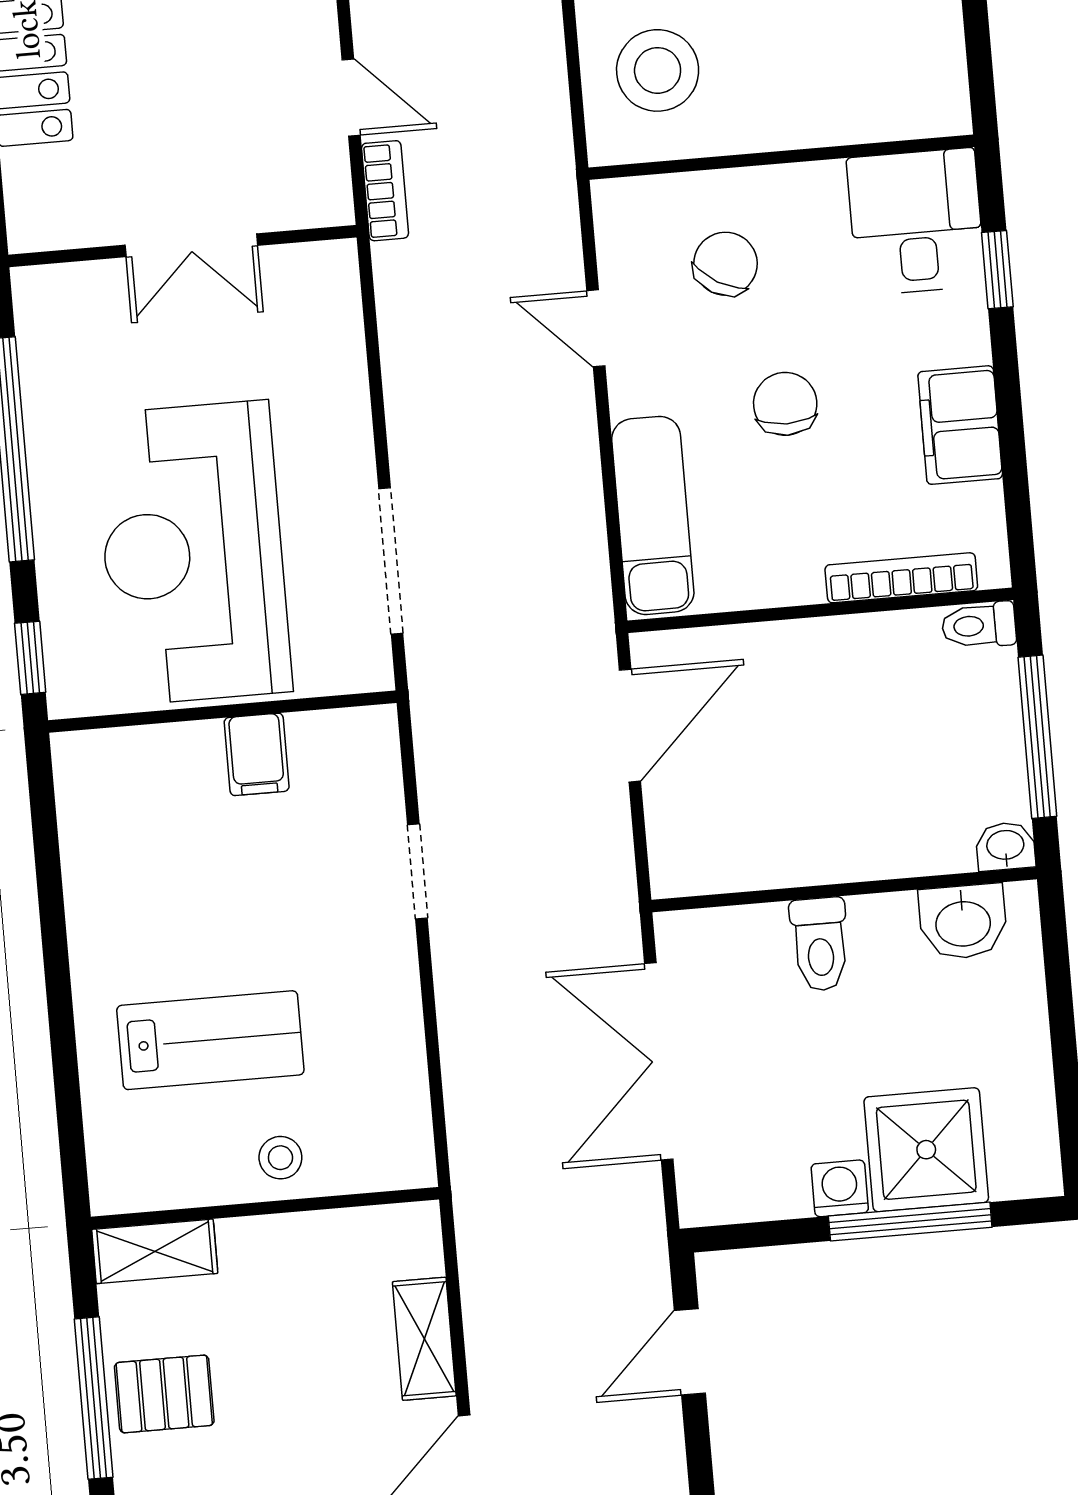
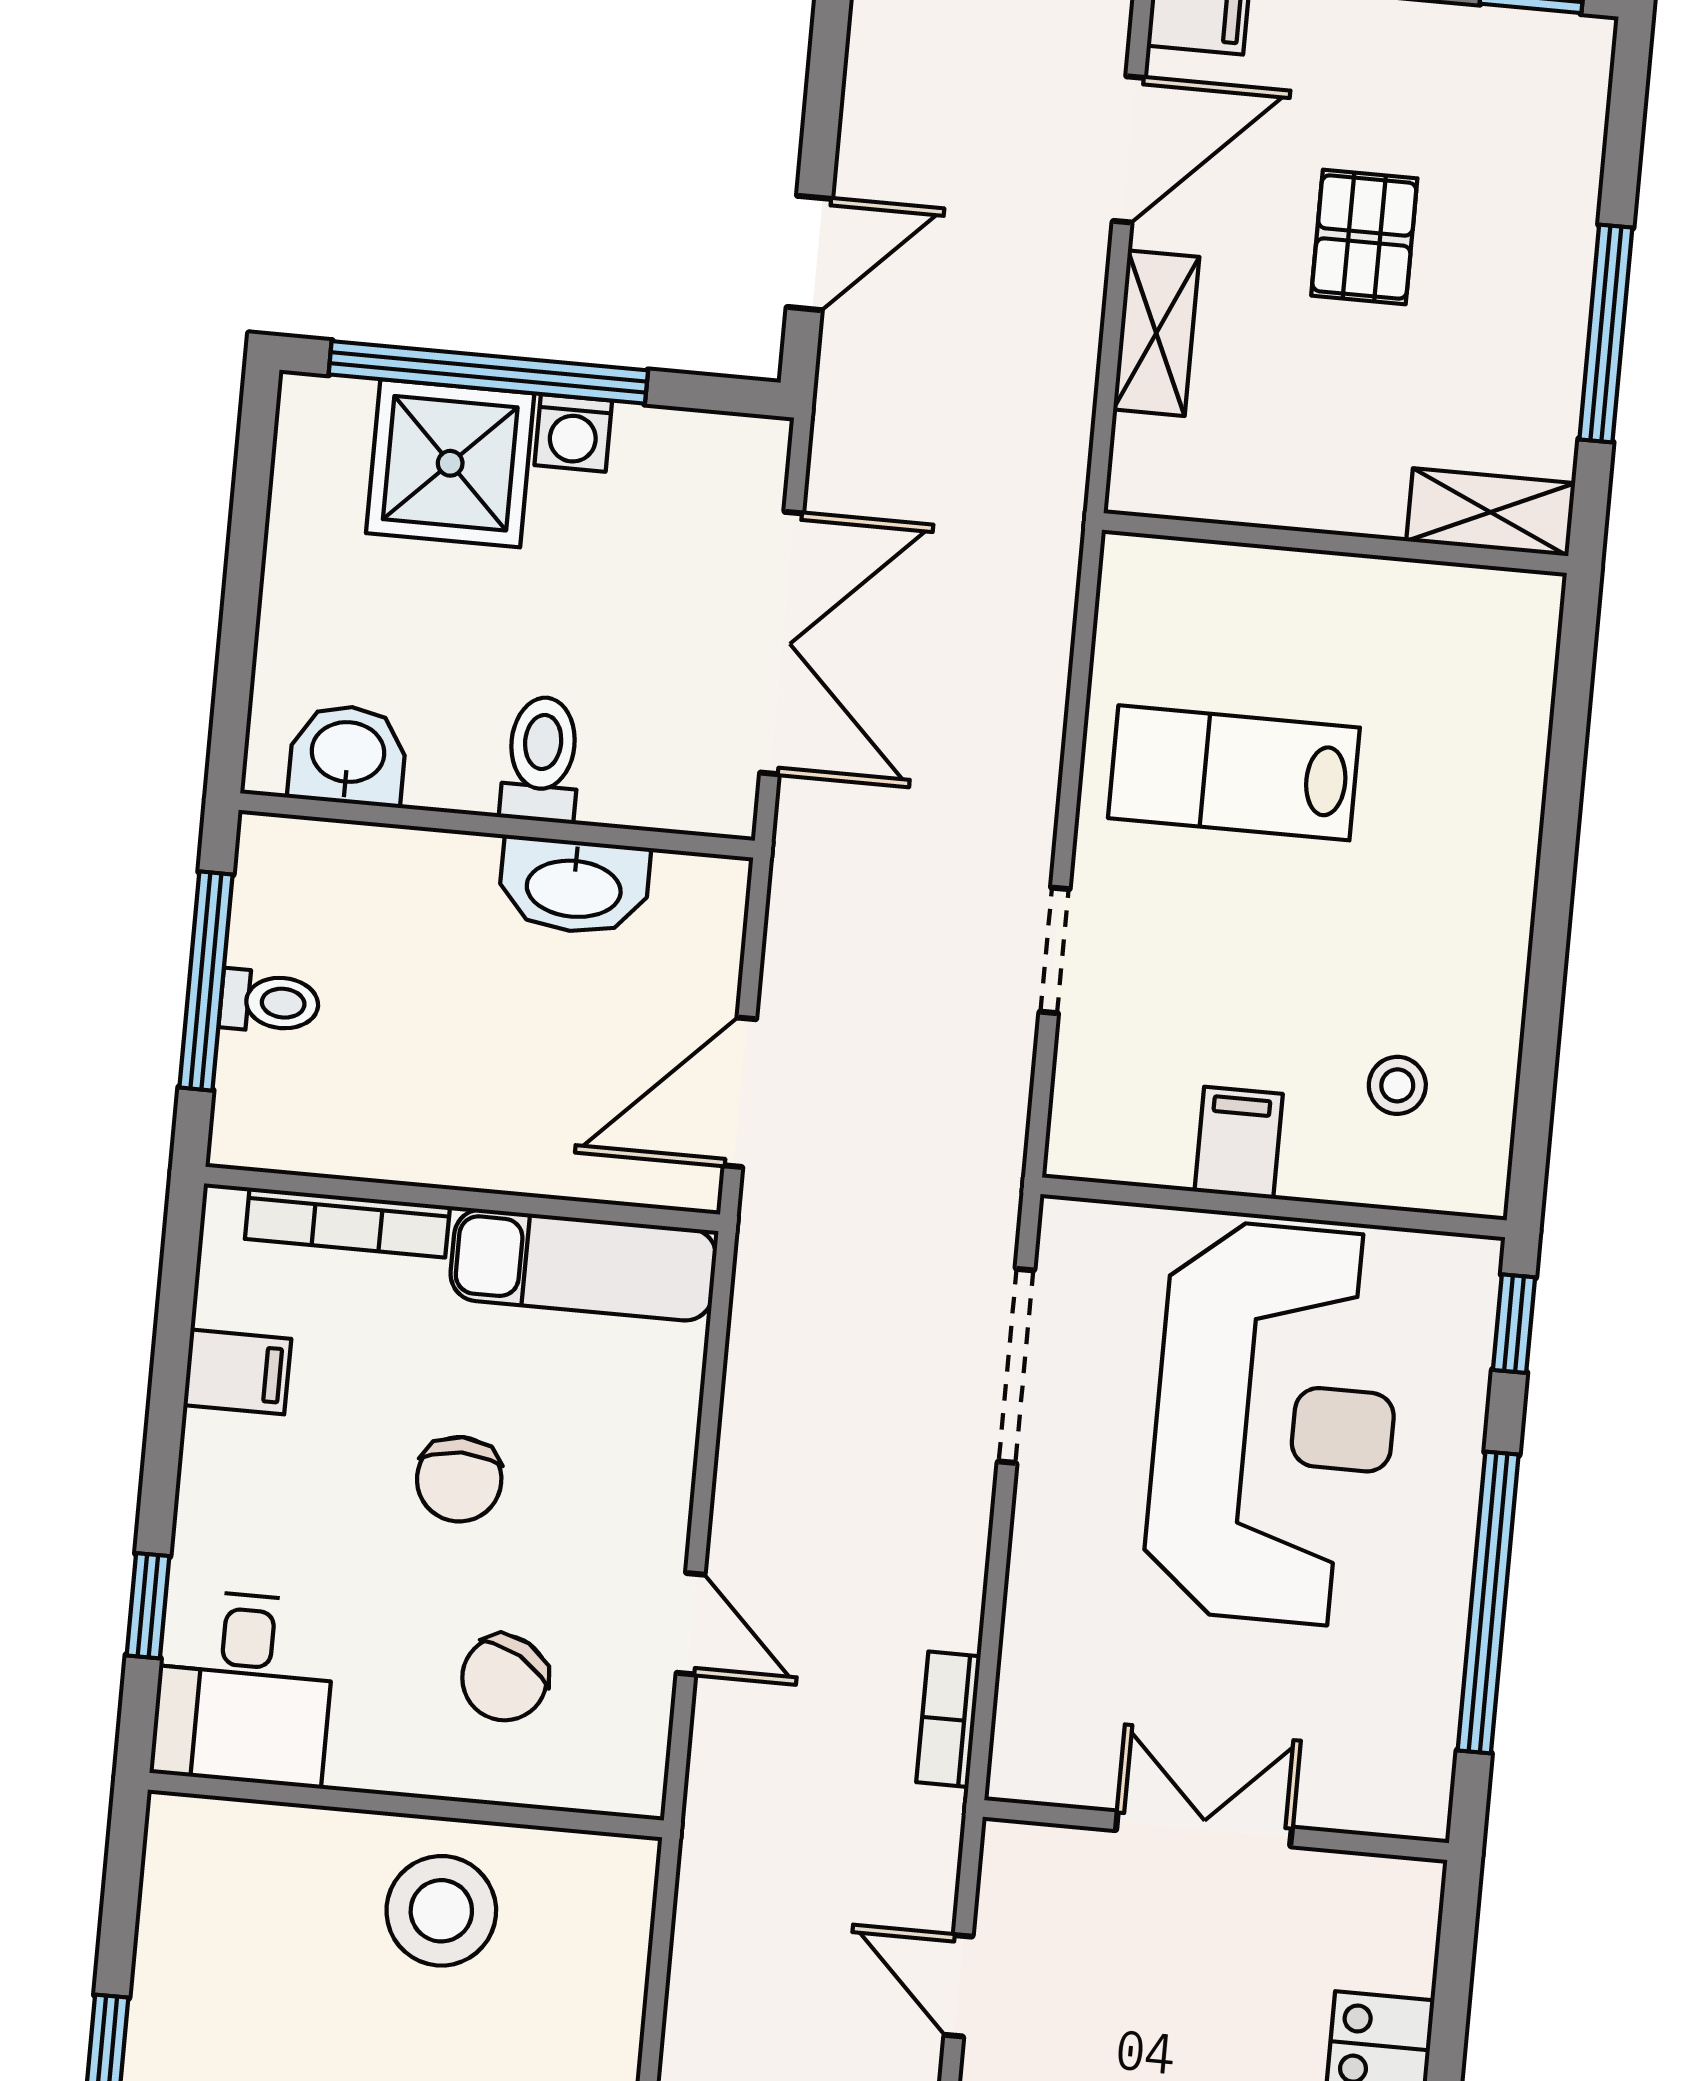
stool: (658, 70) -> (441, 1911), moved
bookcase: (385, 191) -> (948, 1719), moved
filing cabinet: (960, 425) -> (237, 1372), width x0.50
exam couch: (653, 515) -> (583, 1265), moved, turned -90
toilet: (979, 625) -> (270, 1002), moved
washbasin: (1005, 846) -> (574, 886), moved, width x1.91, depth x1.45
lab bench: (210, 1040) -> (1234, 773), moved
stool: (280, 1158) -> (1397, 1085), moved
window: (910, 1222) -> (488, 372), width x1.46
pallet: (164, 1394) -> (1364, 237), moved, turned 90

